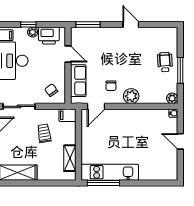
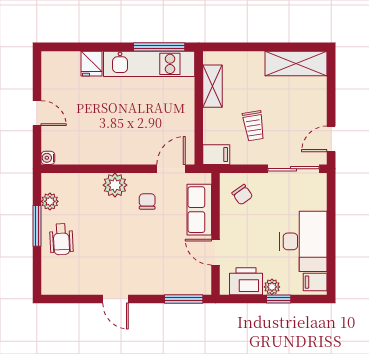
plant: (172, 98) -> (50, 201), moved
fridge: (146, 172) -> (91, 64), added

